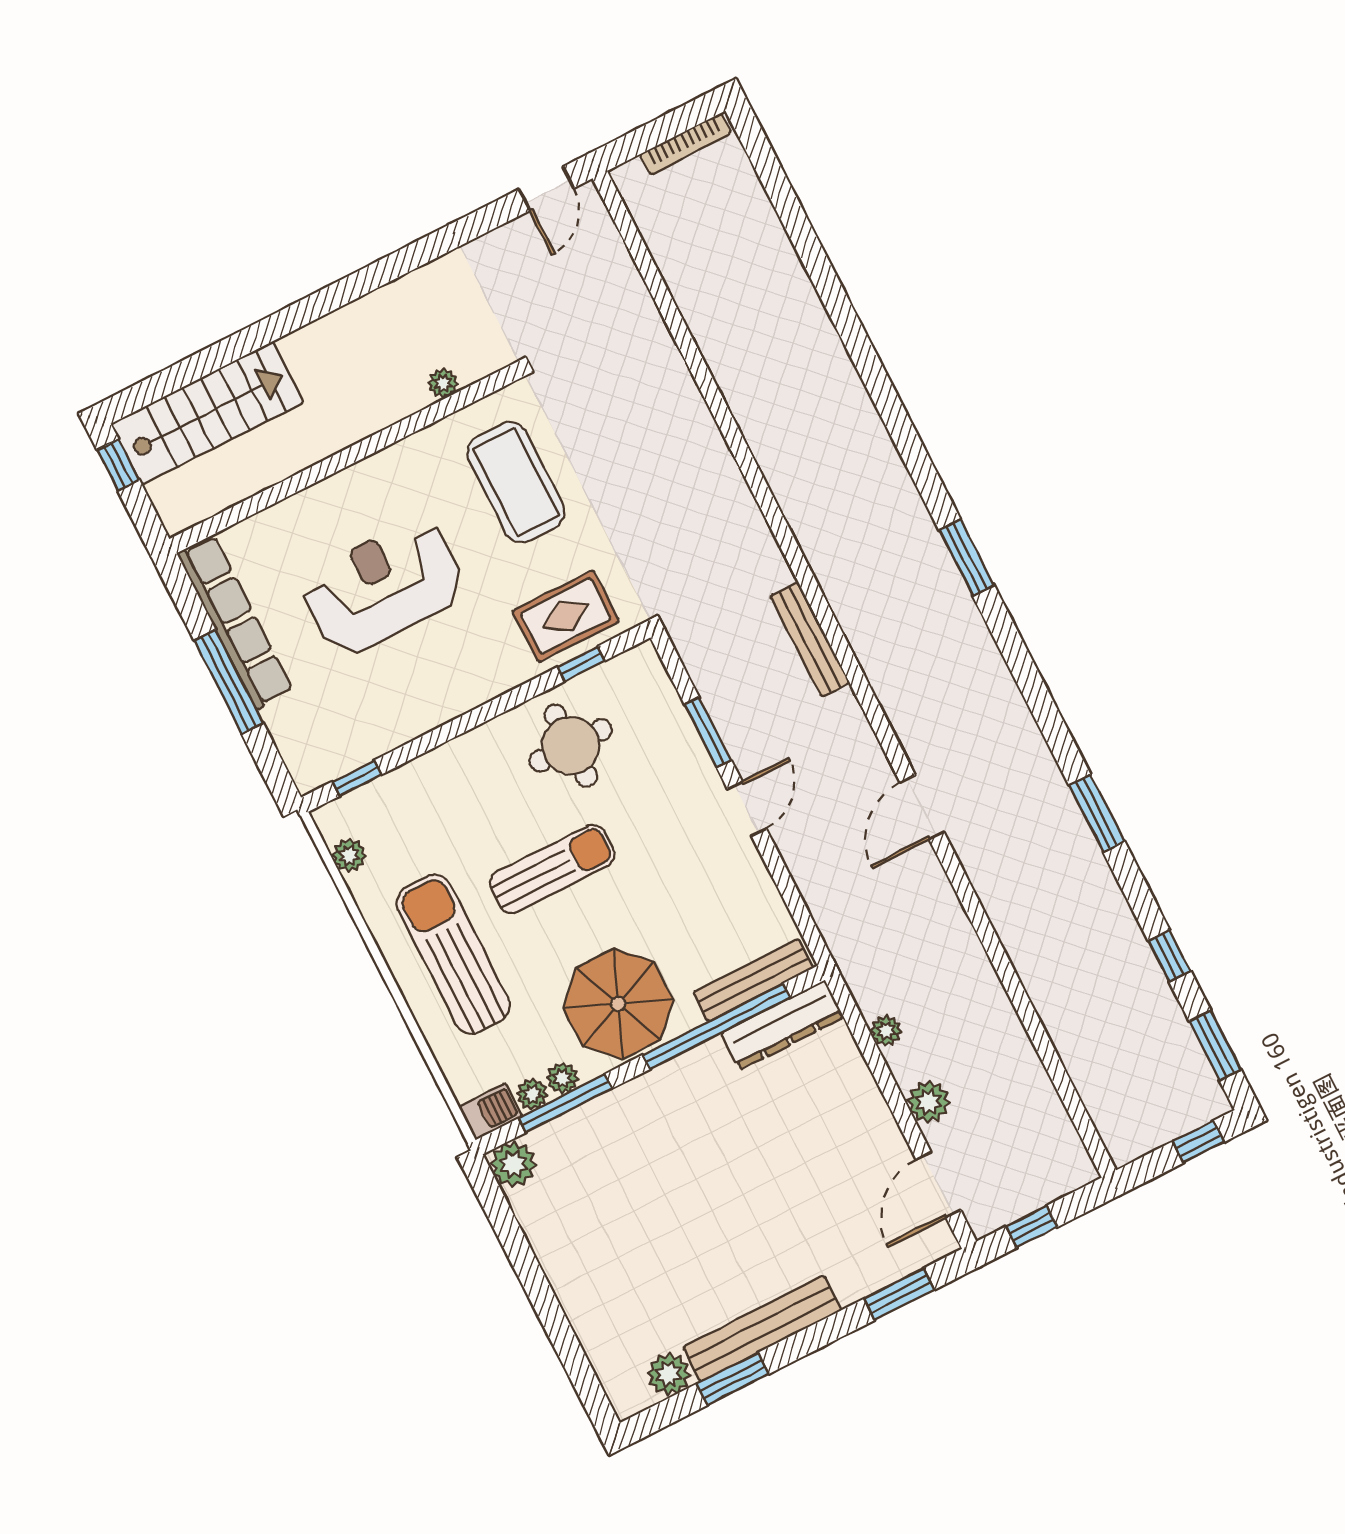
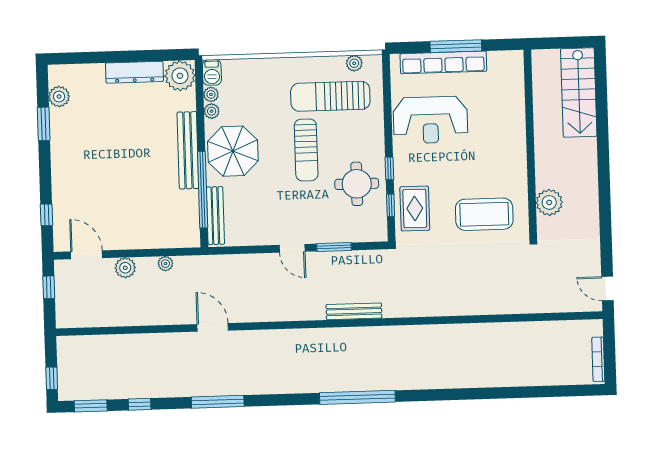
plant: (443, 383) -> (549, 202), width x1.88, depth x1.88
window: (118, 465) -> (574, 42), removed
window: (967, 558) -> (357, 397), width x2.11
reception desk: (383, 587) -> (430, 120), moved, turned 90
row of seats: (235, 622) -> (443, 62), moved
window: (357, 778) -> (389, 168), moved
door: (922, 807) -> (213, 327), moved
window: (1097, 813) -> (218, 402), width x1.44
sun lounger: (453, 954) -> (330, 96), moved, turned 180
dresser: (782, 1025) -> (134, 72), moved, turned -90
window: (565, 1103) -> (200, 107), removed
plant: (513, 1164) -> (180, 76), width x1.36, depth x1.36
window: (899, 1294) -> (47, 215), width x0.67
bench: (762, 1329) -> (188, 150), moved

